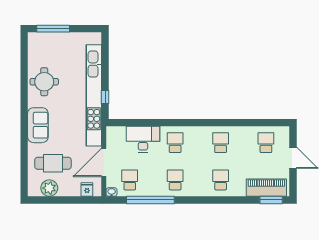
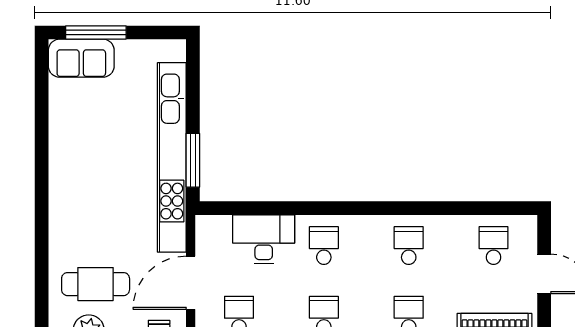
round table: (44, 82) -> (79, 132), removed
window: (105, 97) -> (193, 160), width x2.17
sofa: (38, 125) -> (81, 58), moved, turned 90

